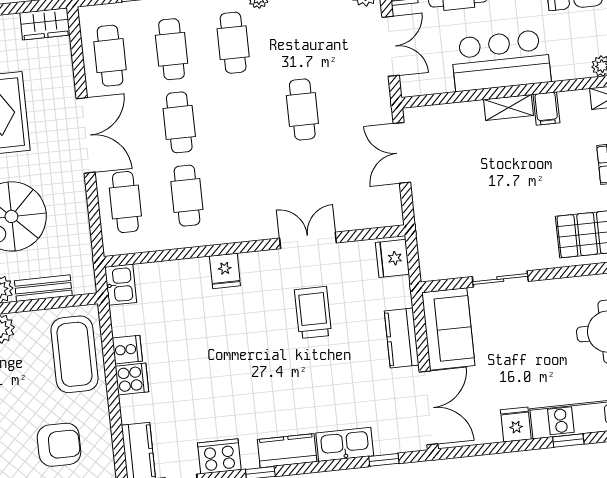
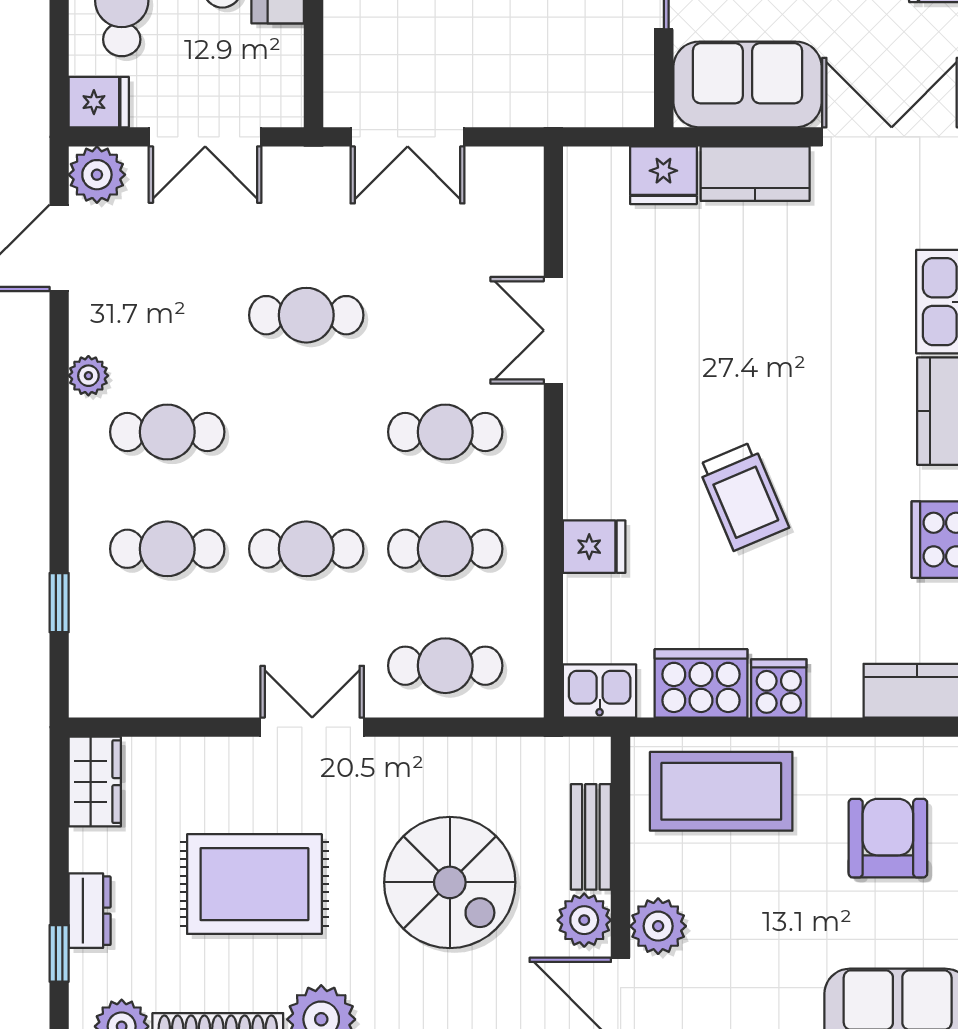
double door: (391, 46) -> (205, 137), swing flipped
cafe table: (110, 56) -> (445, 432), moved
double door: (86, 135) -> (312, 727), width x0.73
fridge: (392, 258) -> (663, 175), moved
fridge: (225, 271) -> (594, 547), moved
trolley: (313, 312) -> (743, 496), moved, turned -113
cooker: (127, 350) -> (701, 683), width x1.87, depth x1.31

